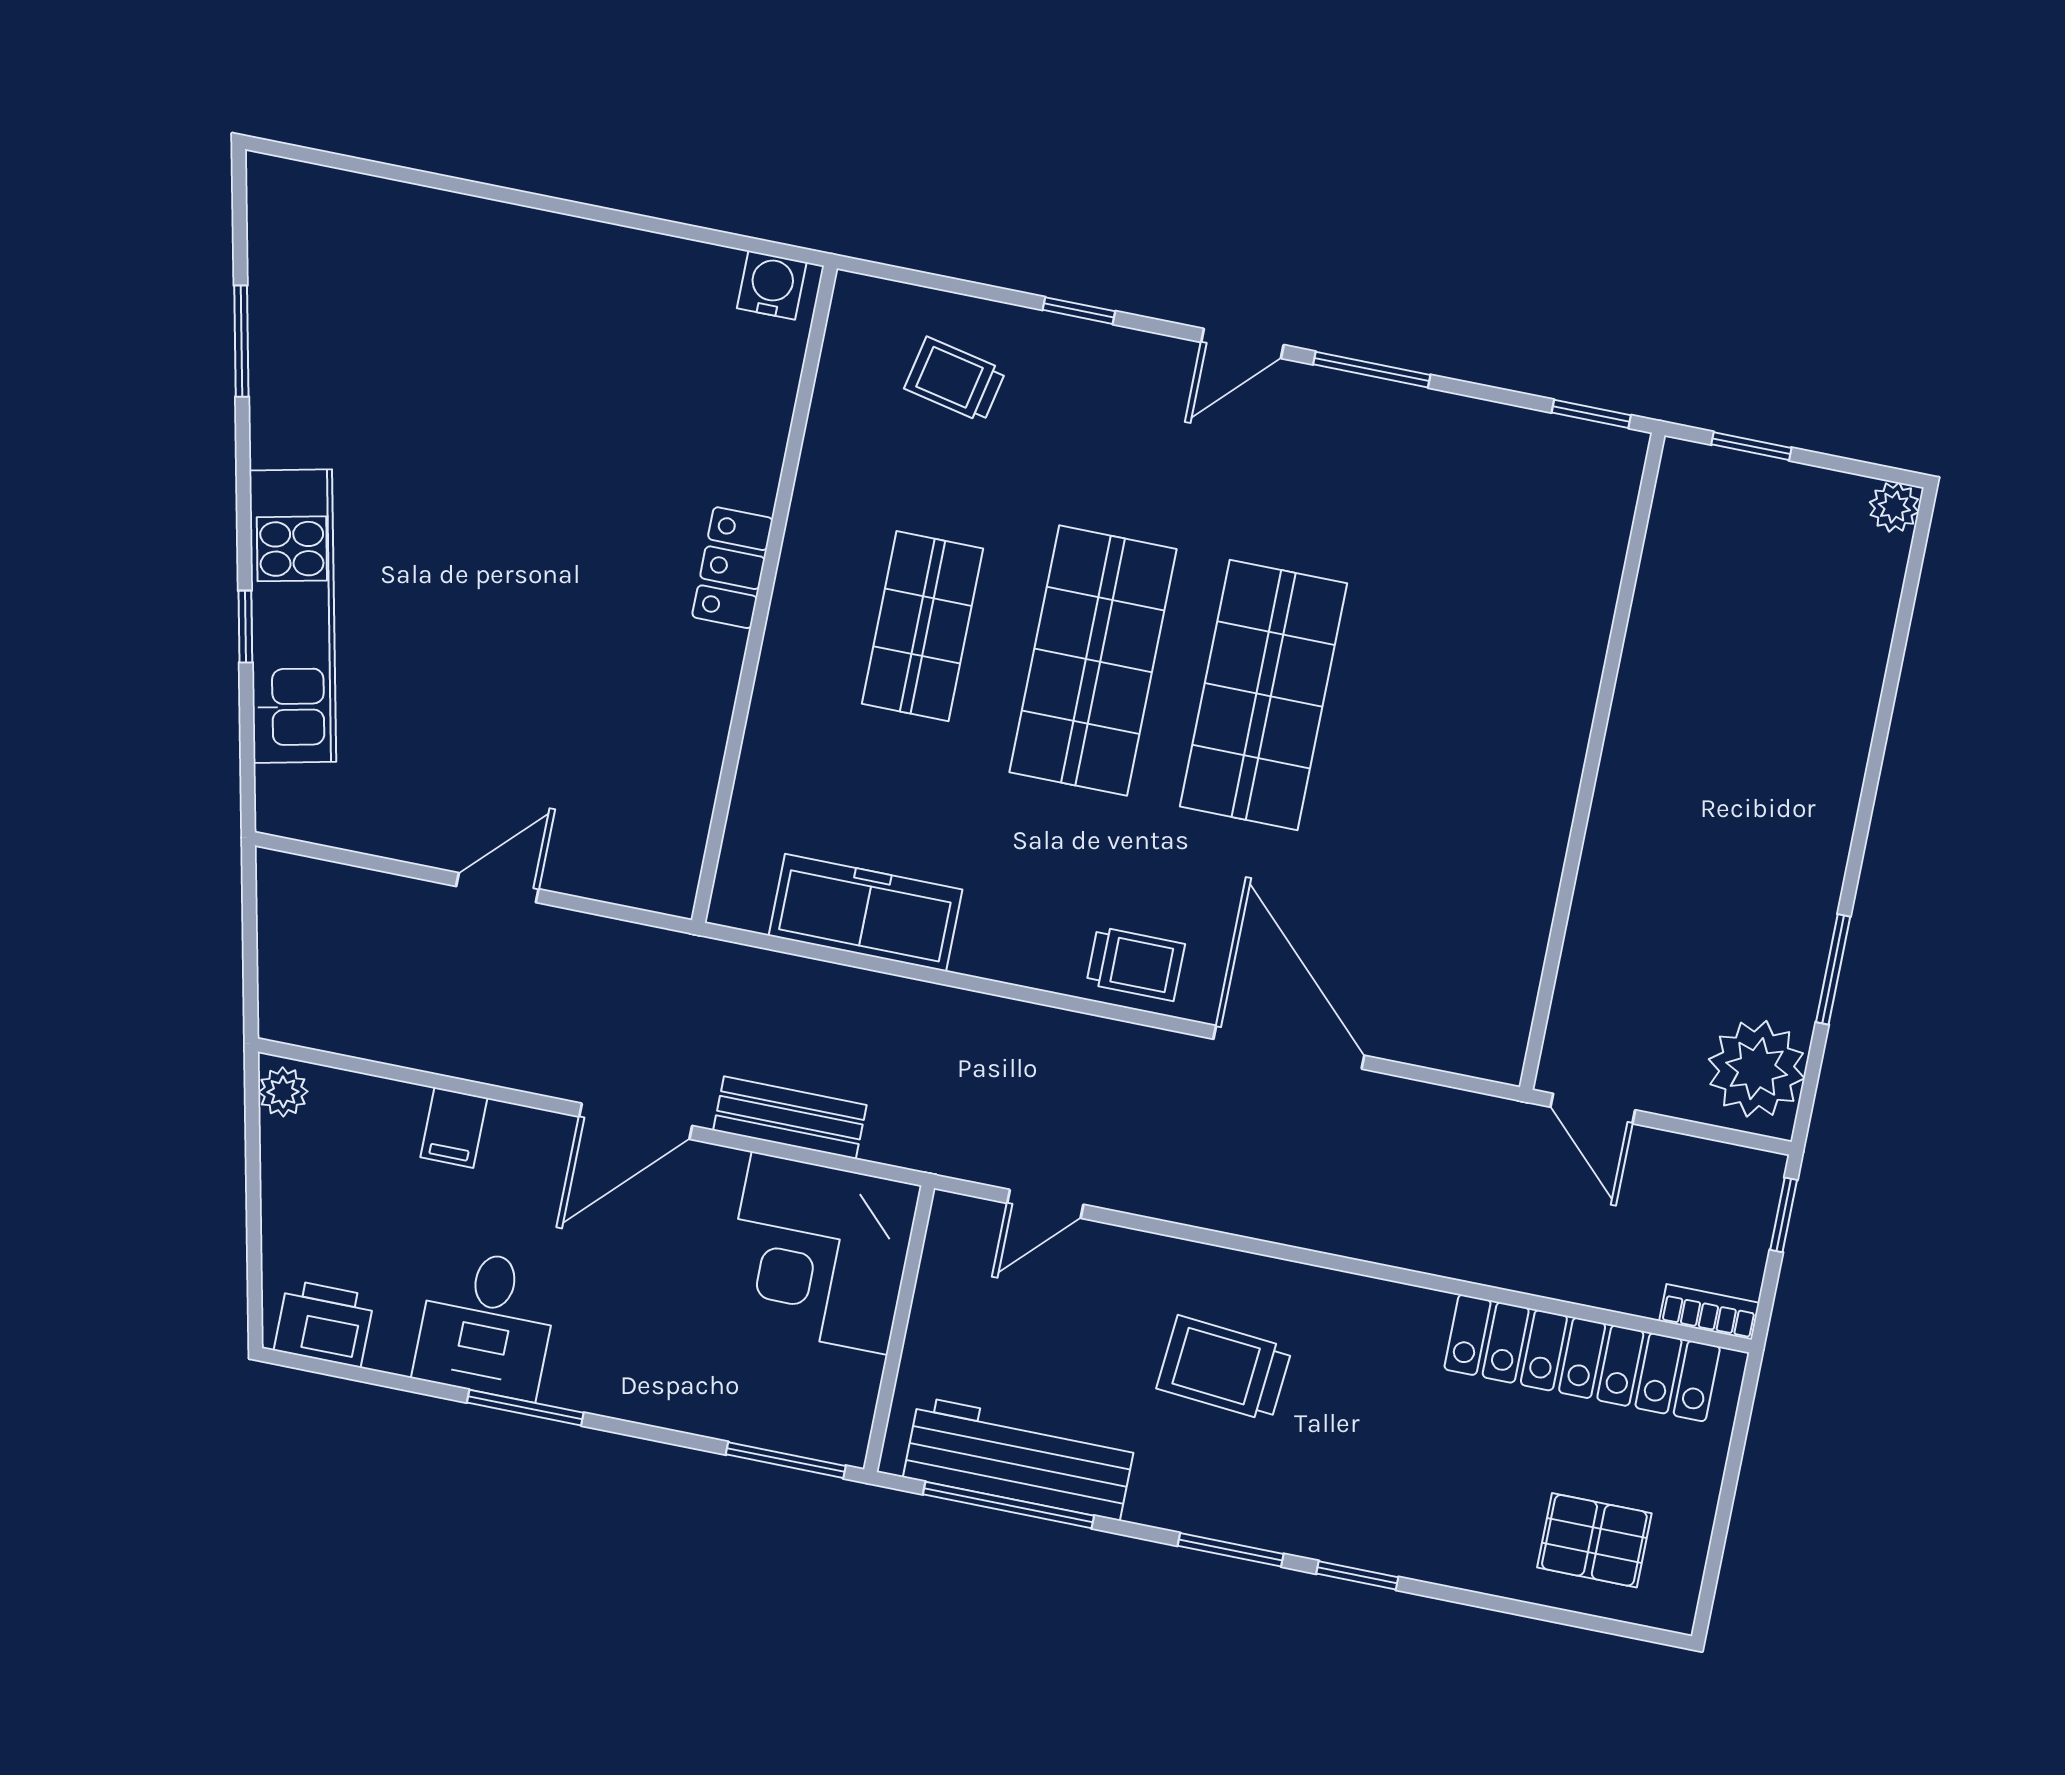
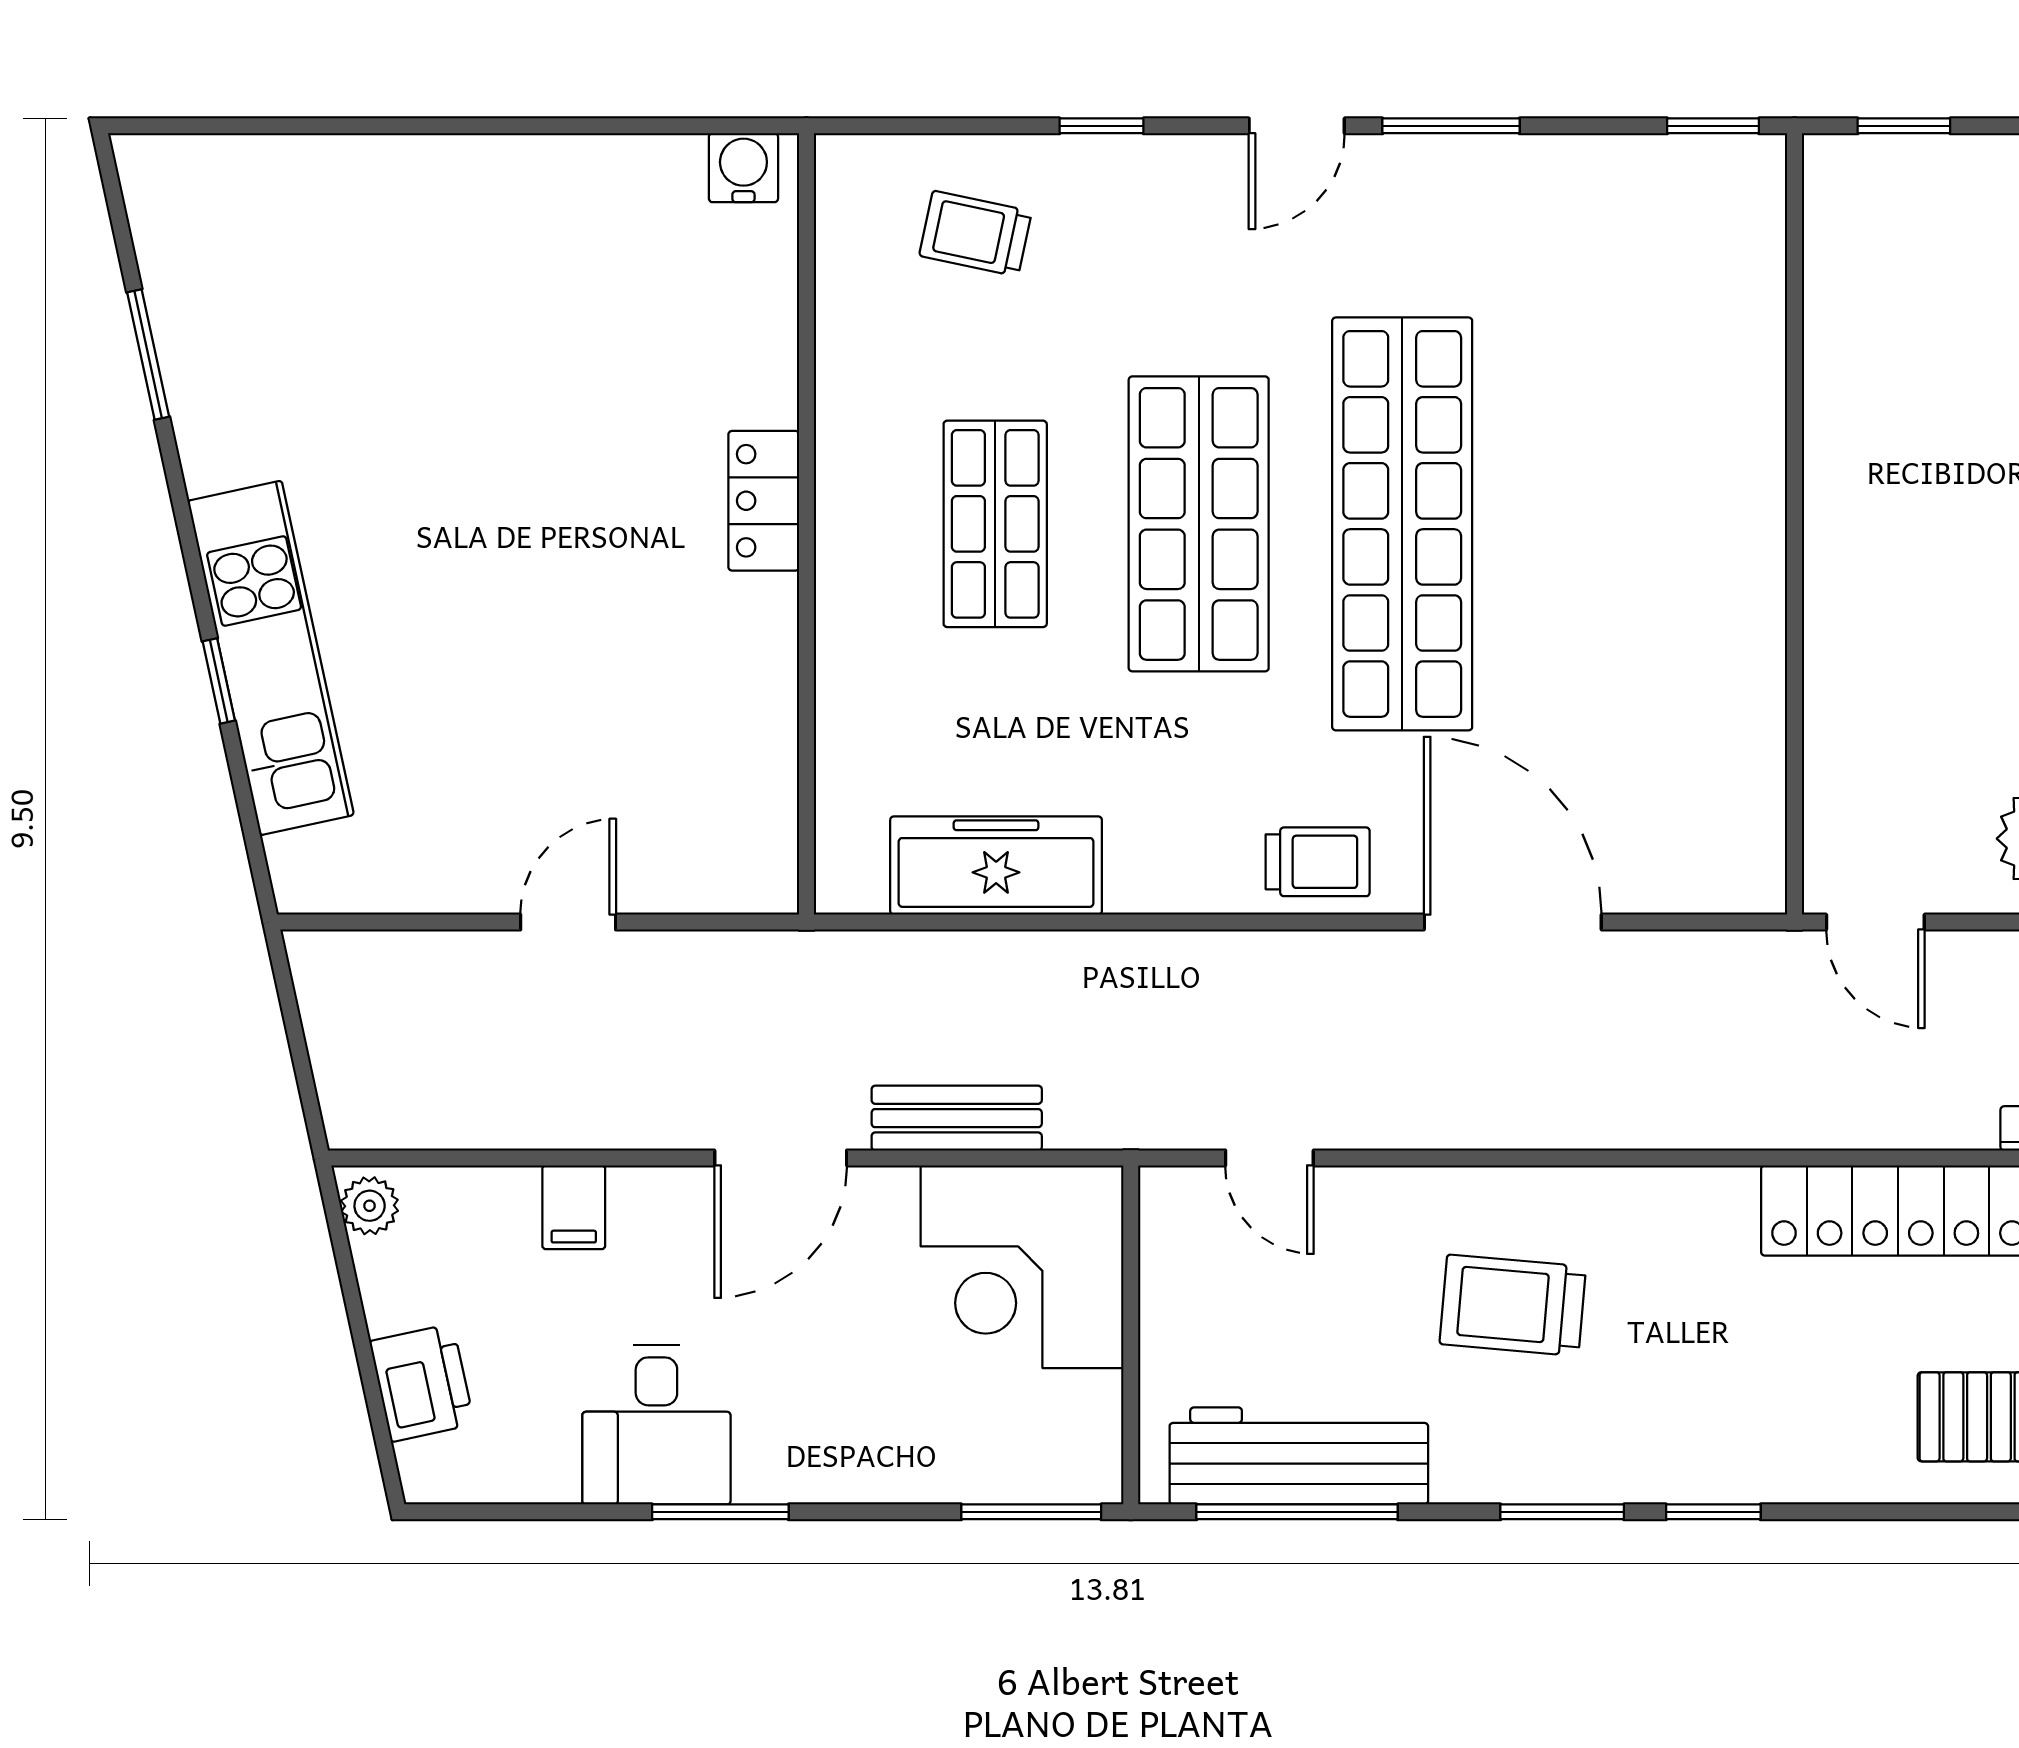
shop shelf: (1264, 695) -> (1402, 524), width x1.40
door: (1045, 1204) -> (1269, 1158), hinge flipped
printer: (324, 1323) -> (422, 1383), moved, turned 78

